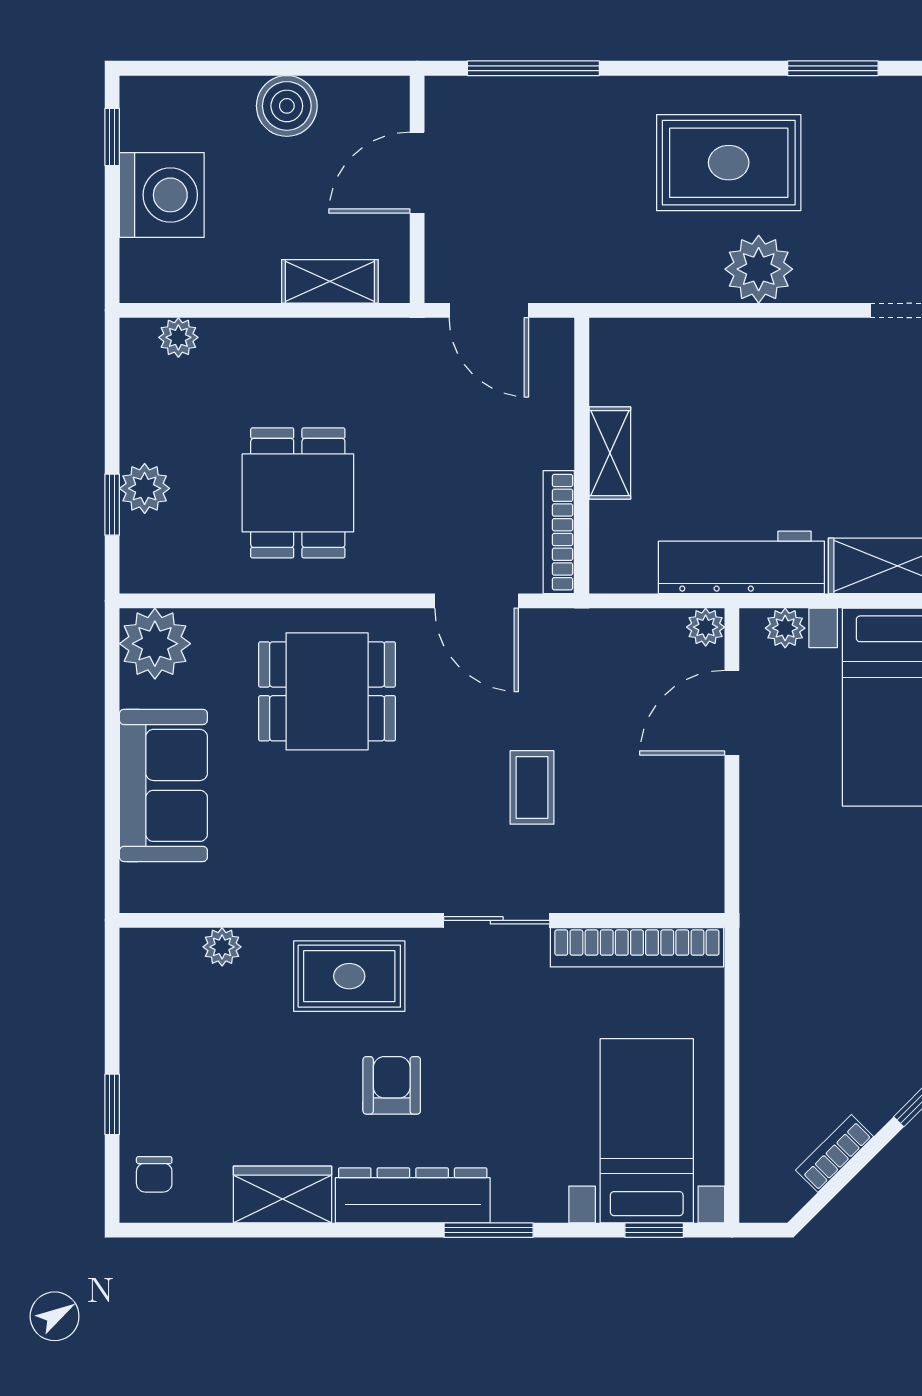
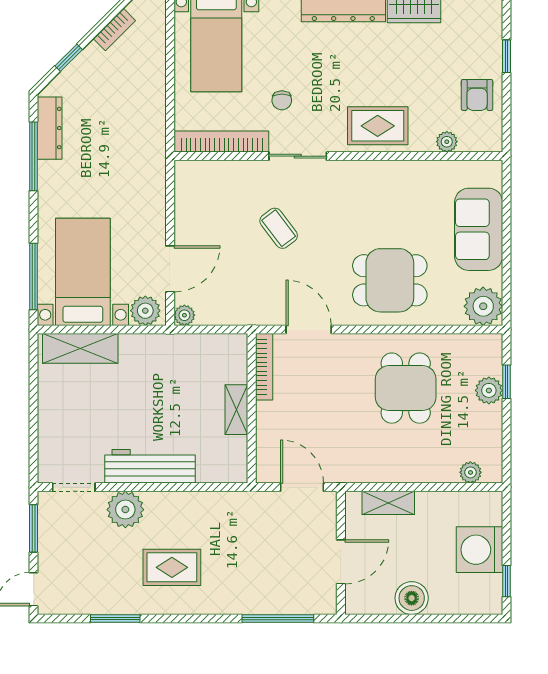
rug: (729, 163) -> (172, 567), width x0.73, depth x0.70
plant: (759, 269) -> (125, 510), moved
workbench: (741, 562) -> (150, 466), moved, turned 180
plant: (785, 628) -> (145, 311), width x1.38, depth x1.38
coffee table: (532, 787) -> (279, 228), turned -37
armchair: (392, 1085) -> (477, 95), moved
chair: (154, 1174) -> (282, 100), moved, turned 180

